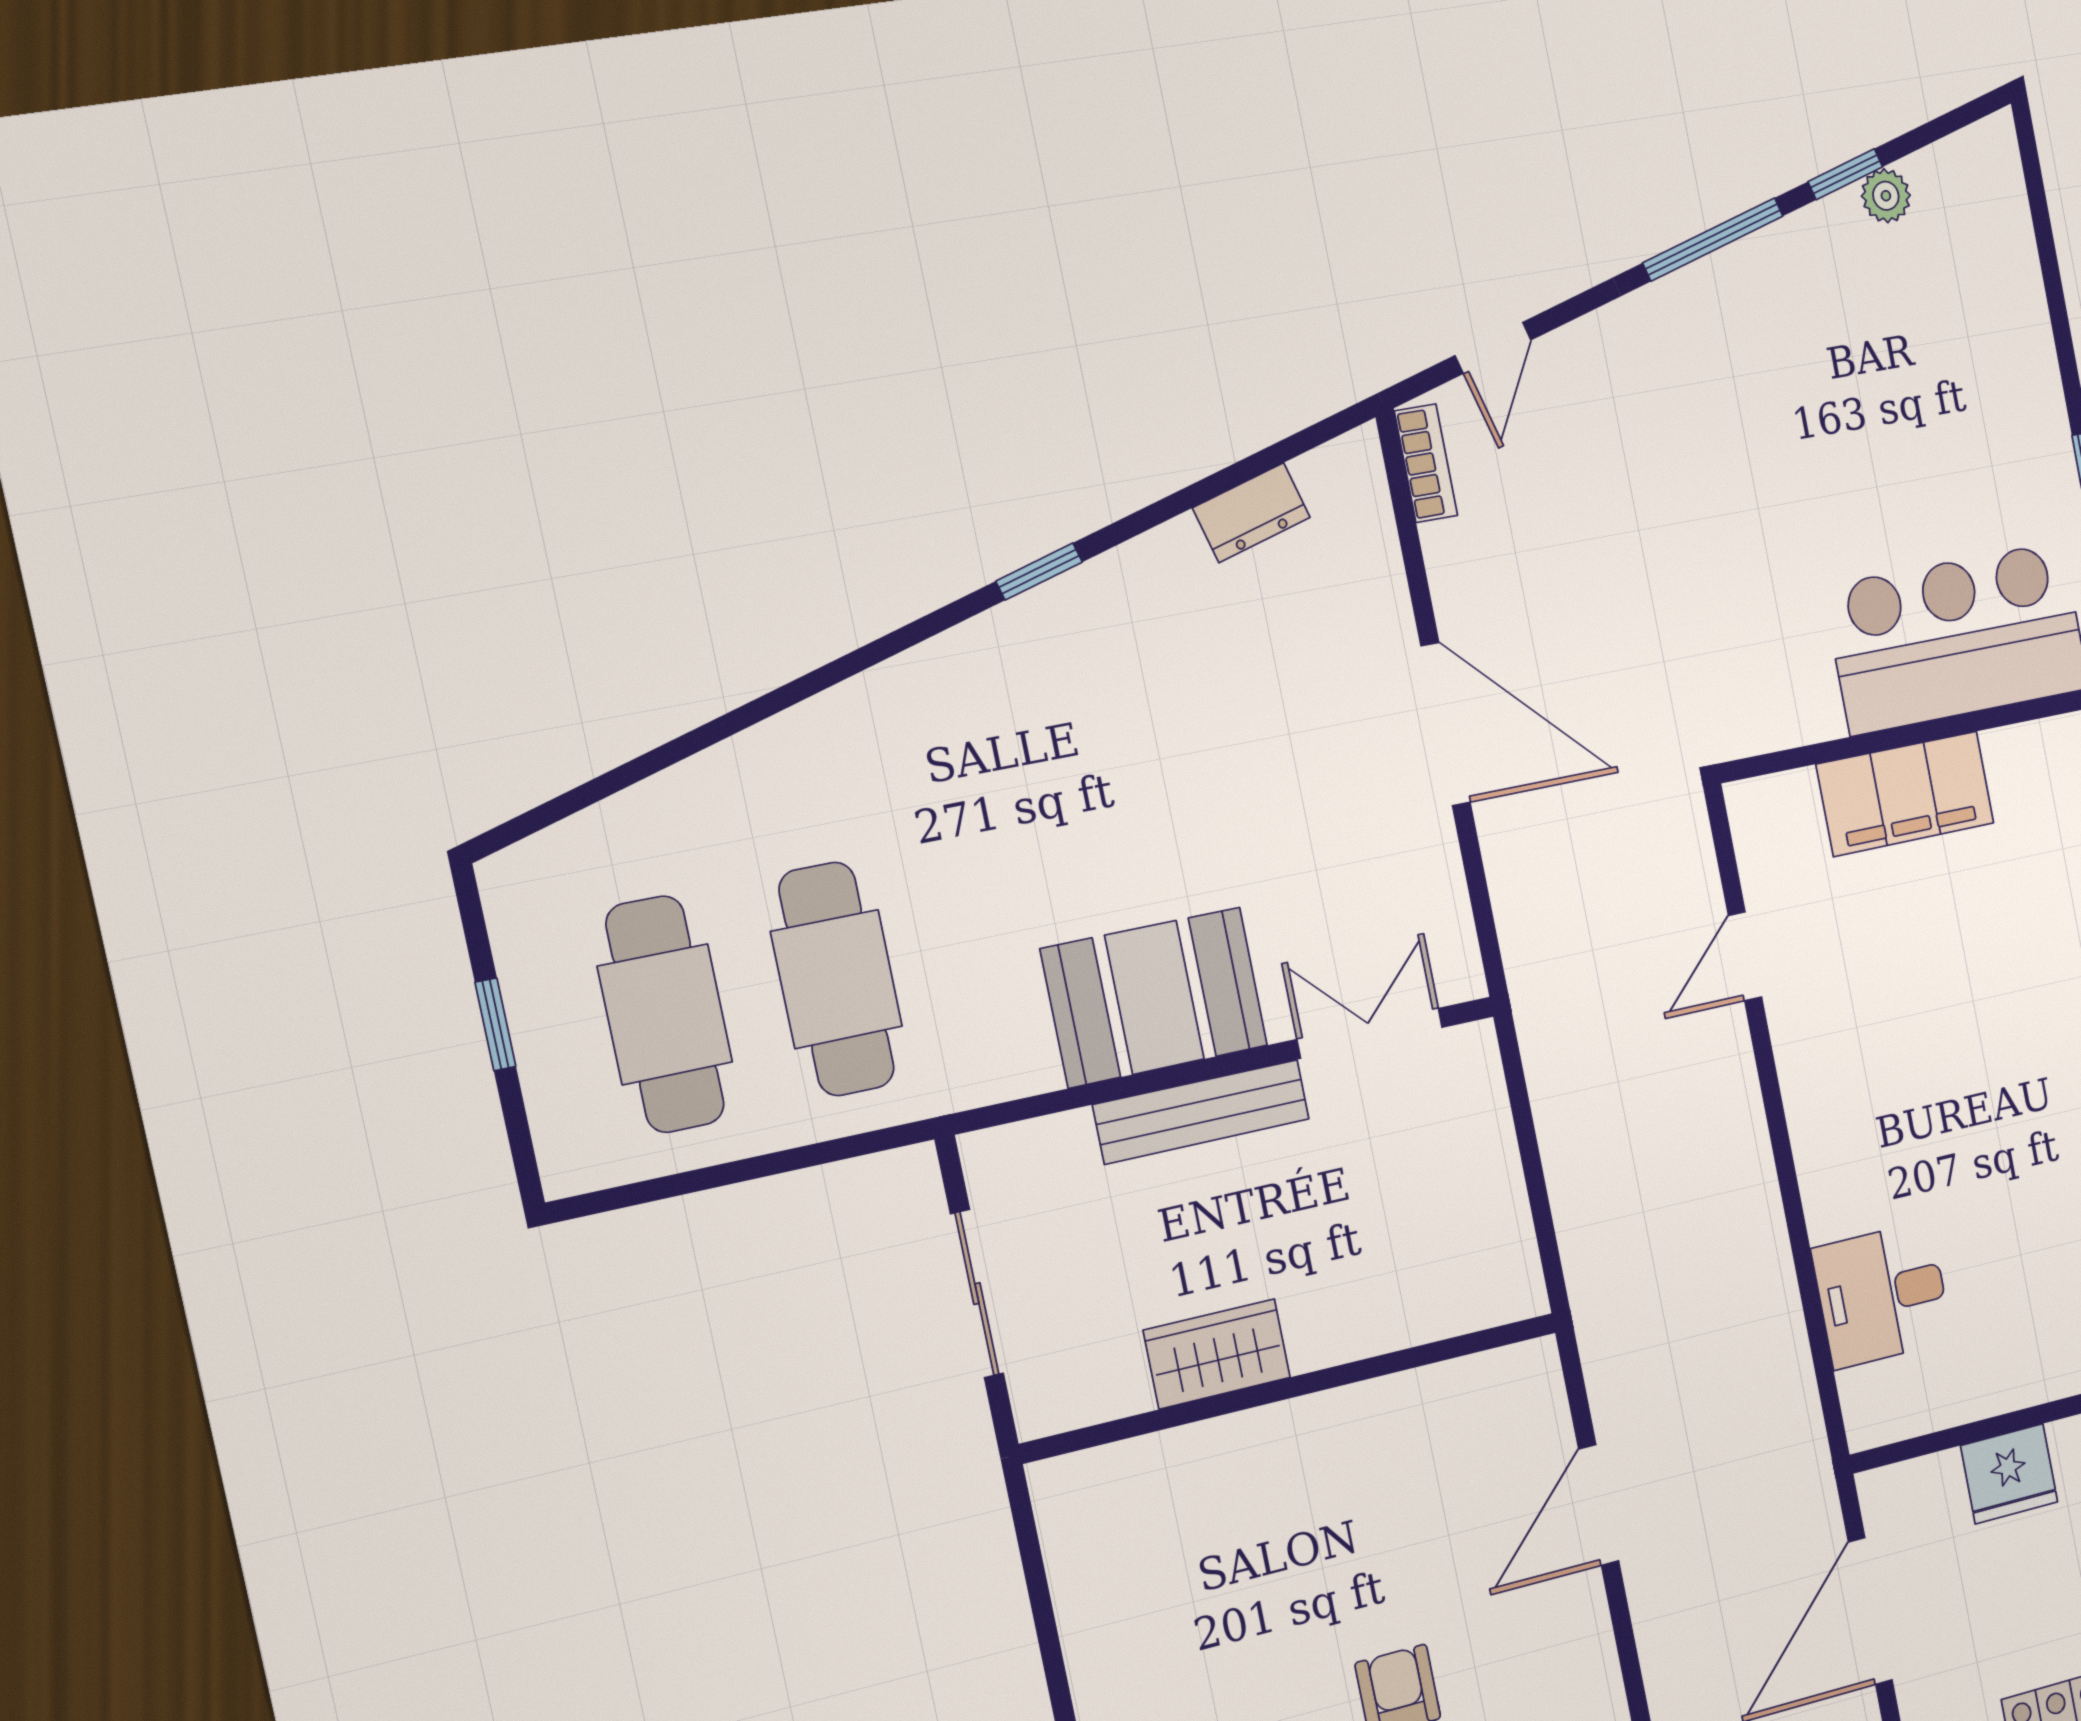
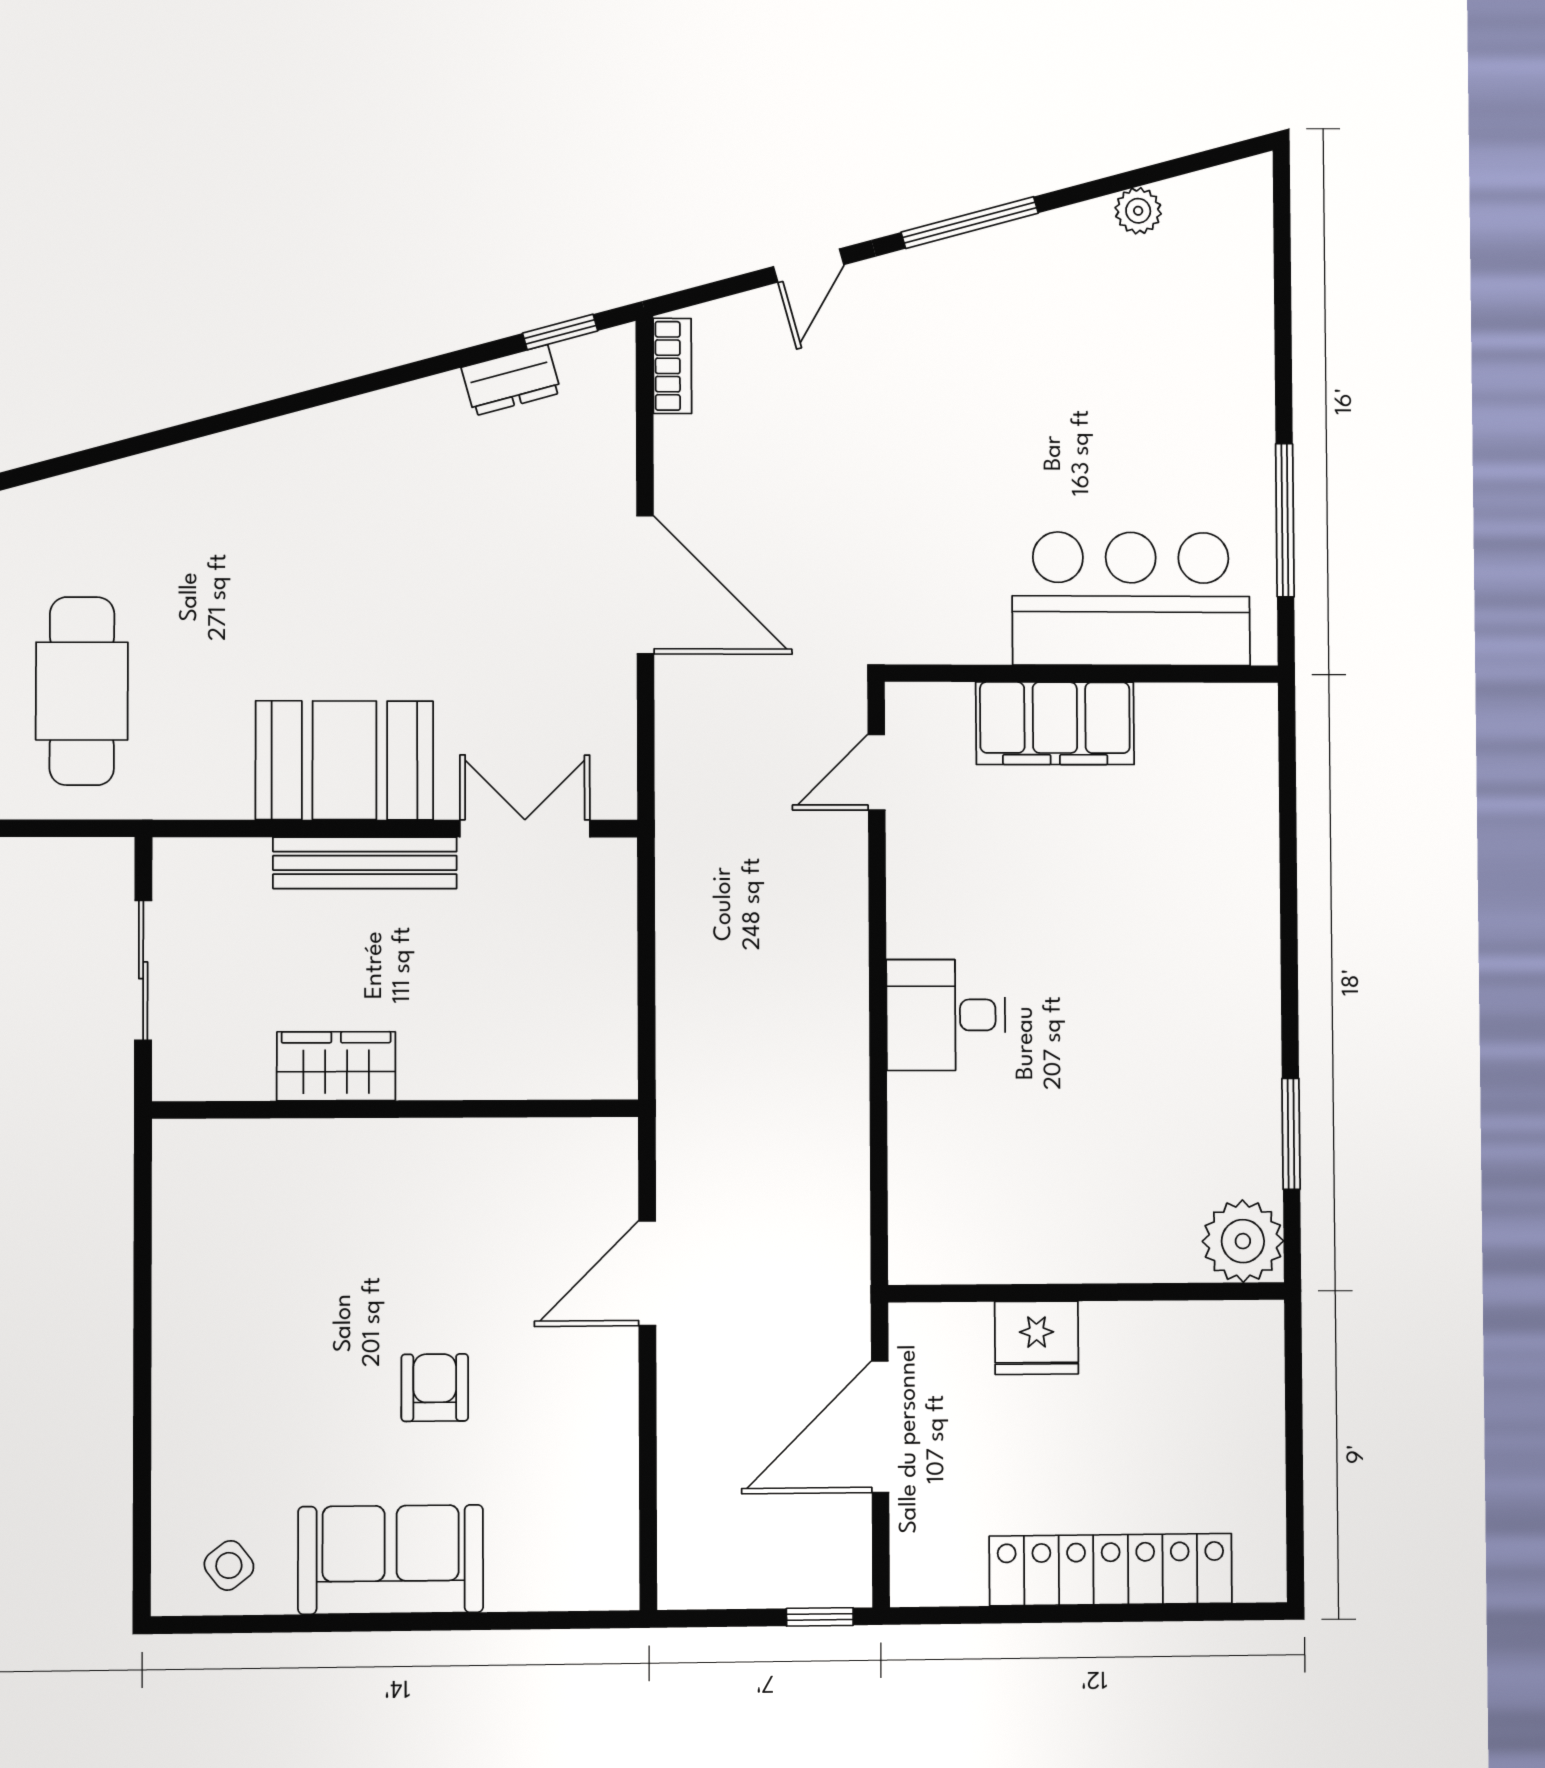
window: (1845, 174) -> (1104, 187), removed
door: (1493, 348) -> (809, 266), moved
window: (1039, 571) -> (560, 332), moved
door: (1745, 956) -> (877, 772), moved
desk: (1882, 1295) -> (946, 1015), moved

